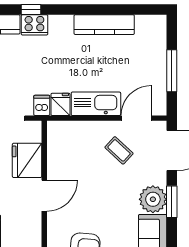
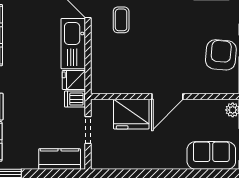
coffee table: (119, 150) -> (121, 20), turned -43
door: (44, 196) -> (167, 97), swing flipped

